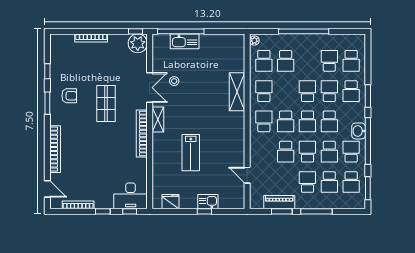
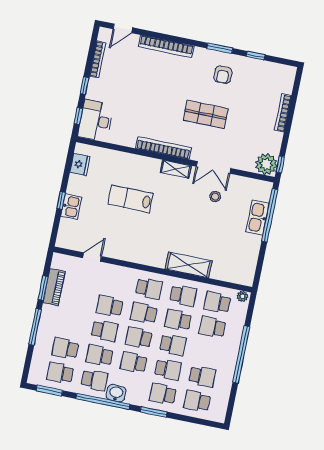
school desk: (307, 182) -> (178, 320), moved, turned 180

